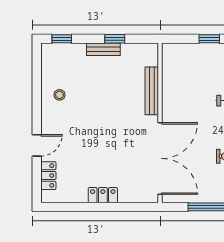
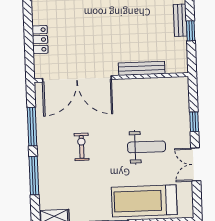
locker: (103, 195) -> (40, 40), moved

